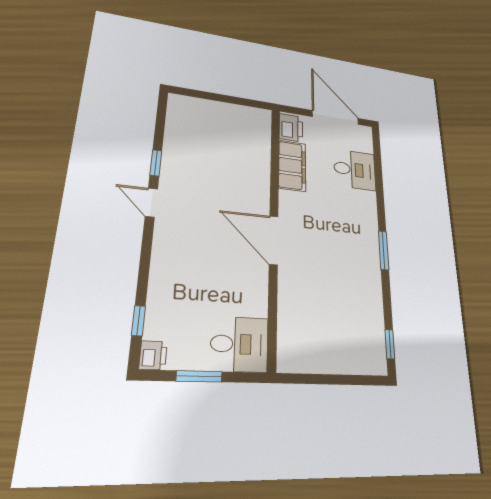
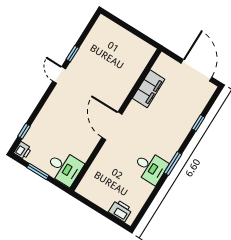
printer: (291, 128) -> (120, 211), moved, turned -90
desk: (355, 170) -> (150, 167), moved
window: (390, 344) -> (198, 123), moved

